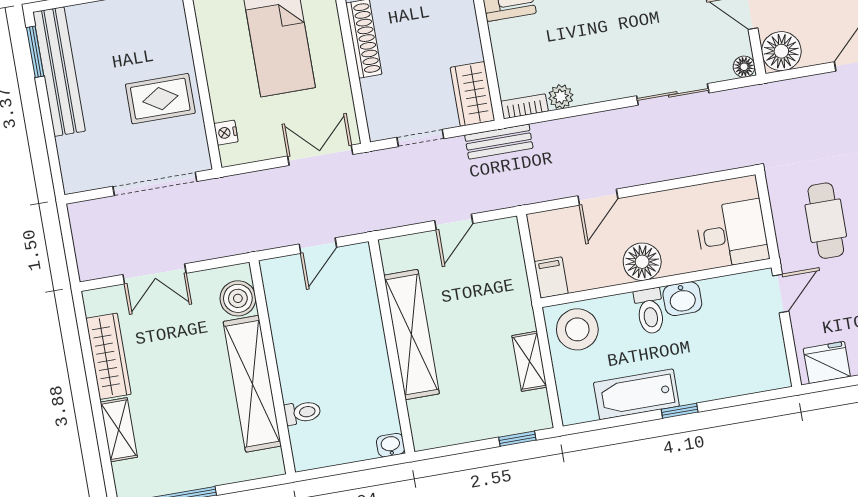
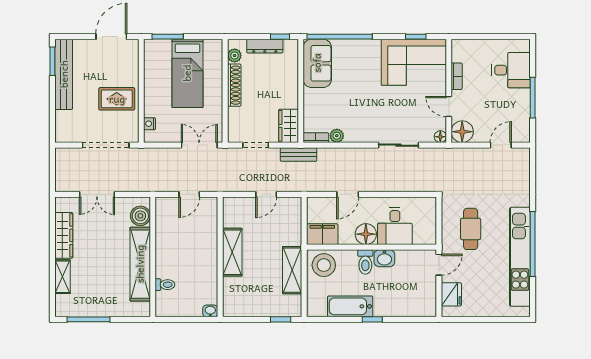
desk: (732, 234) -> (395, 226), moved, turned 90
filing cabinet: (551, 278) -> (322, 234), width x2.00
shelving: (411, 335) -> (232, 252), width x0.68
shelving: (529, 361) -> (292, 270), width x1.50, depth x1.33
fridge: (827, 363) -> (451, 294), moved, turned 90

